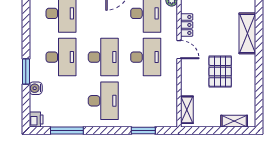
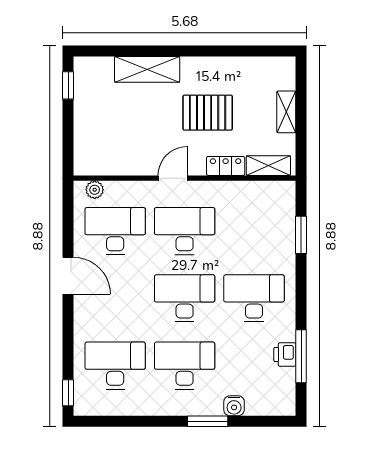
locker: (187, 25) -> (226, 166), moved
printer: (36, 119) -> (285, 354), moved, turned -90
shelving: (234, 121) -> (286, 112), moved

